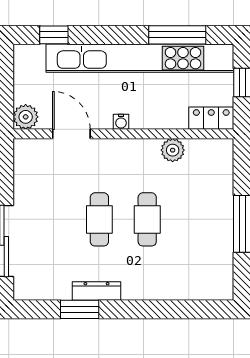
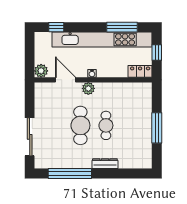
plant: (173, 150) -> (88, 88), moved
cafe table: (99, 219) -> (80, 125), width x1.37, depth x1.35
dresser: (97, 291) -> (105, 164), moved
window: (80, 309) -> (70, 173), width x2.11

